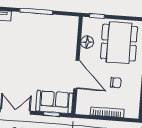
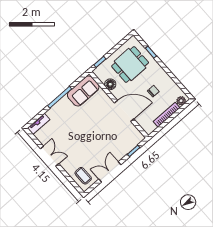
dining table: (119, 43) -> (130, 64), width x0.73
sofa: (54, 102) -> (83, 91), moved, turned 180
plant: (130, 113) -> (181, 101), added

